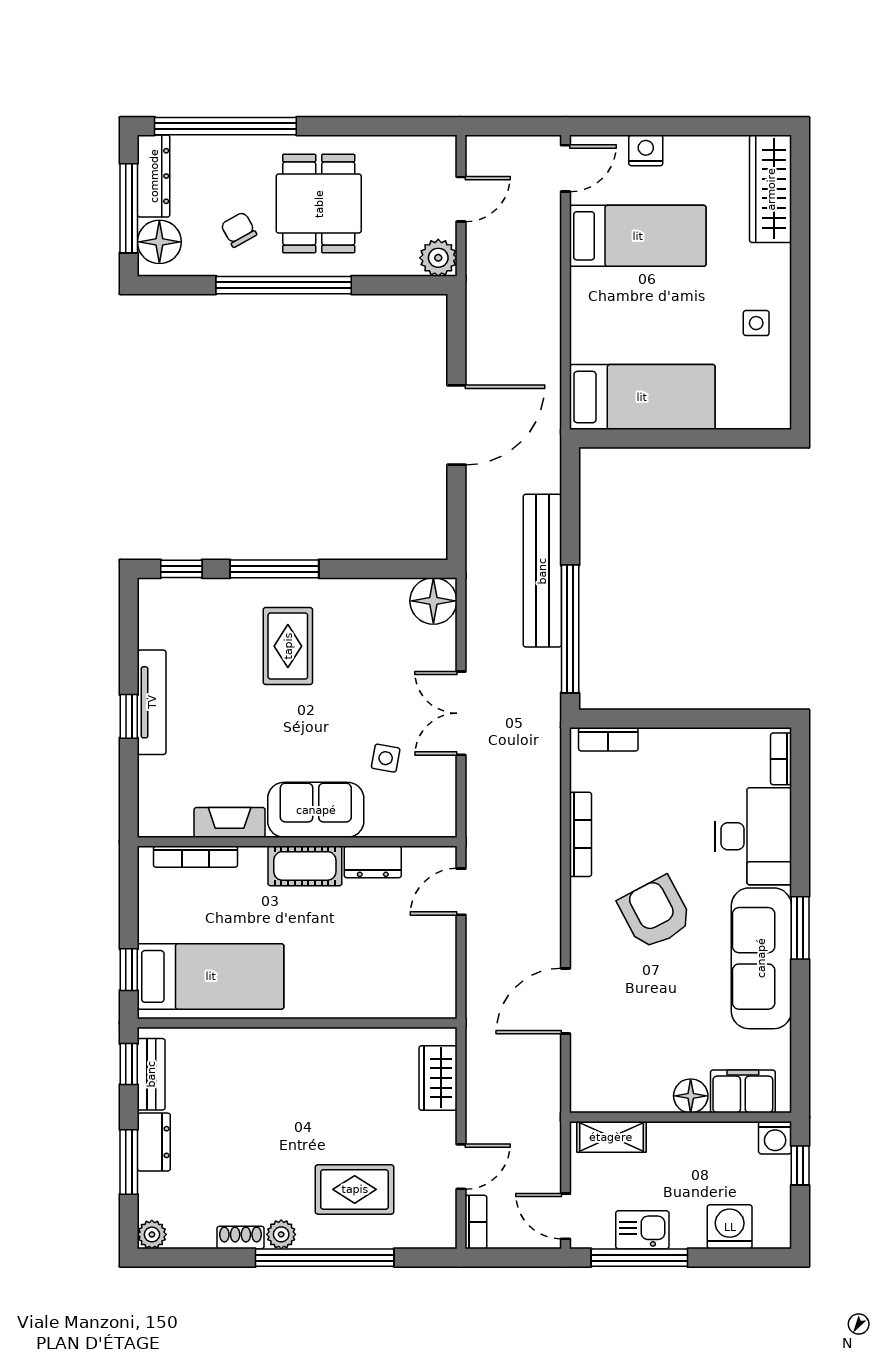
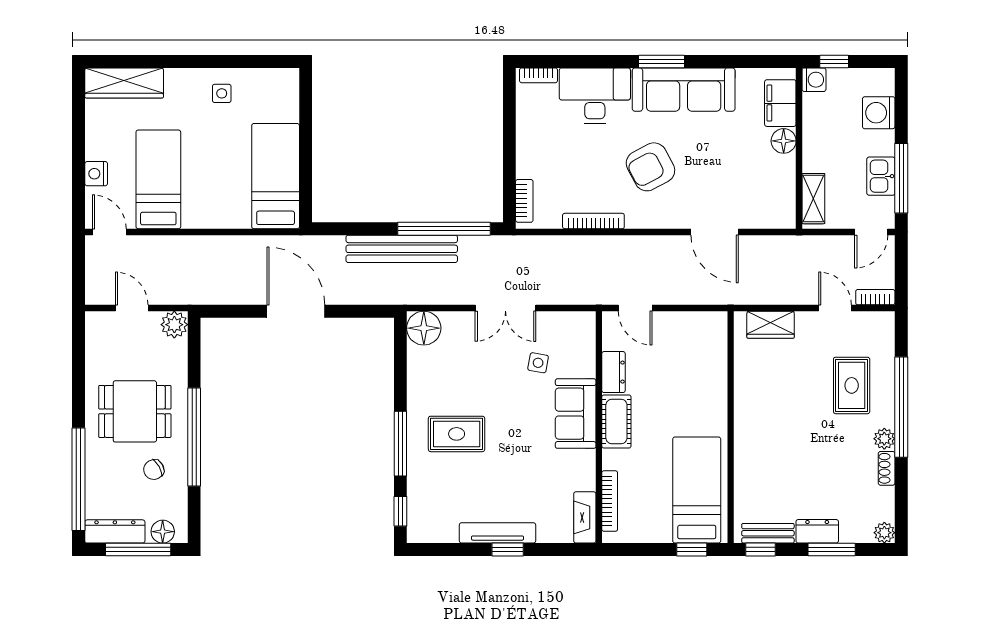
floor lamp: (159, 242) -> (163, 532), width x0.73, depth x0.73
fireplace: (230, 822) -> (585, 517), moved

